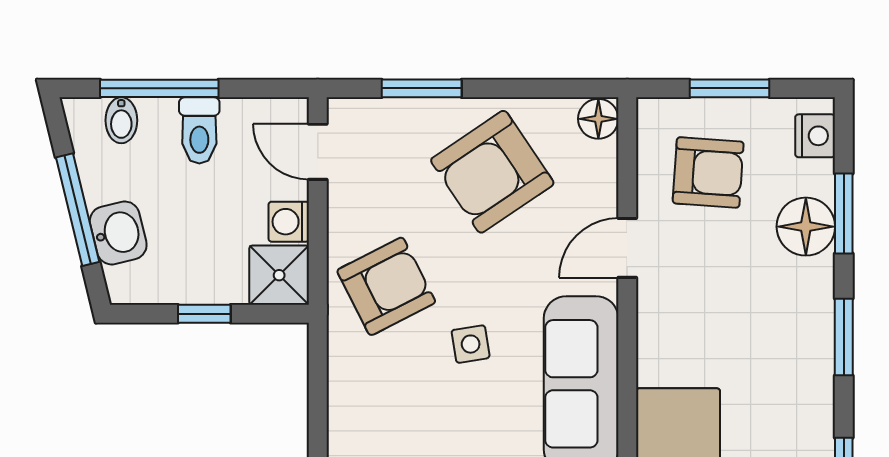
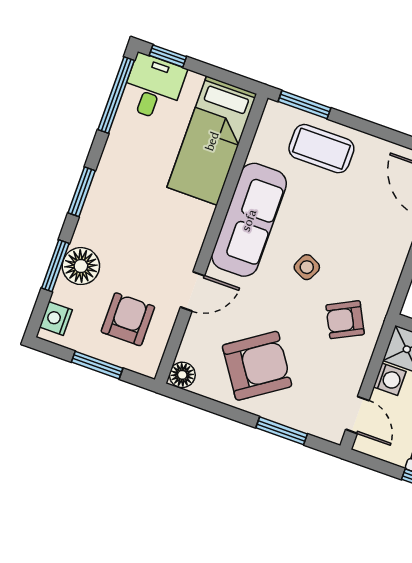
armchair: (708, 172) -> (128, 319), turned 86
armchair: (386, 286) -> (345, 320), width x0.72, depth x0.72
side table: (471, 344) -> (307, 267), turned 35

